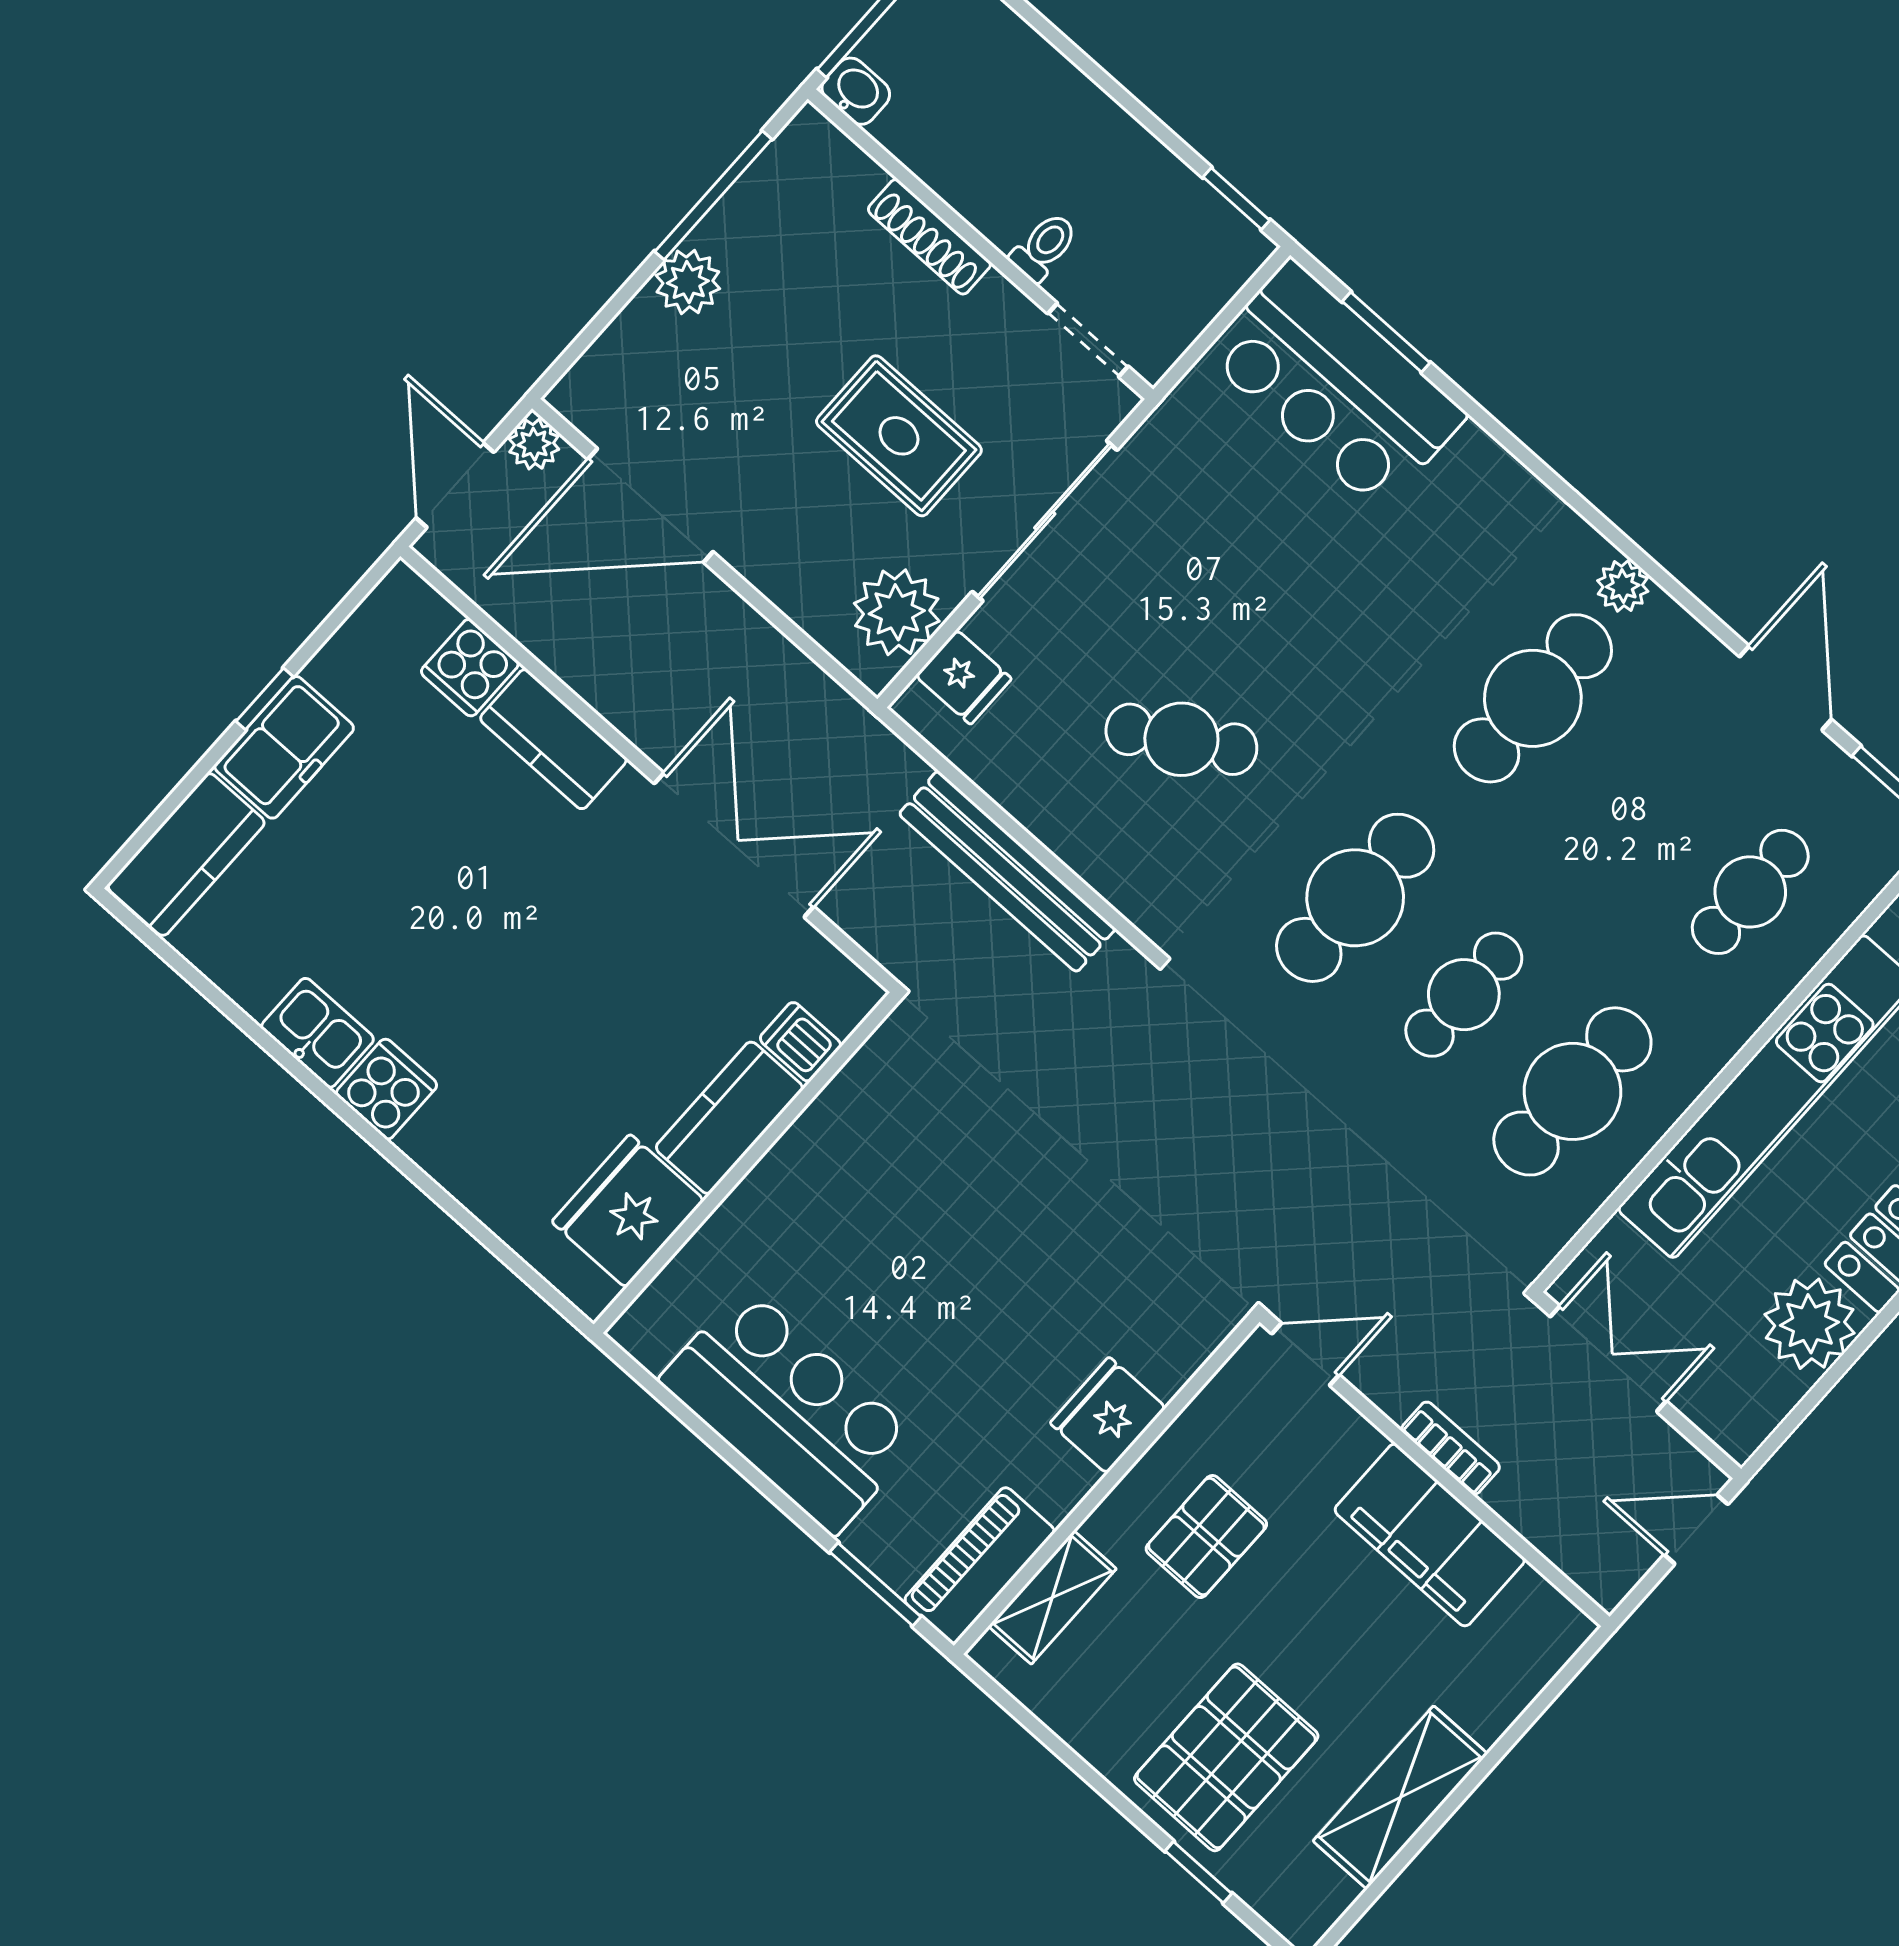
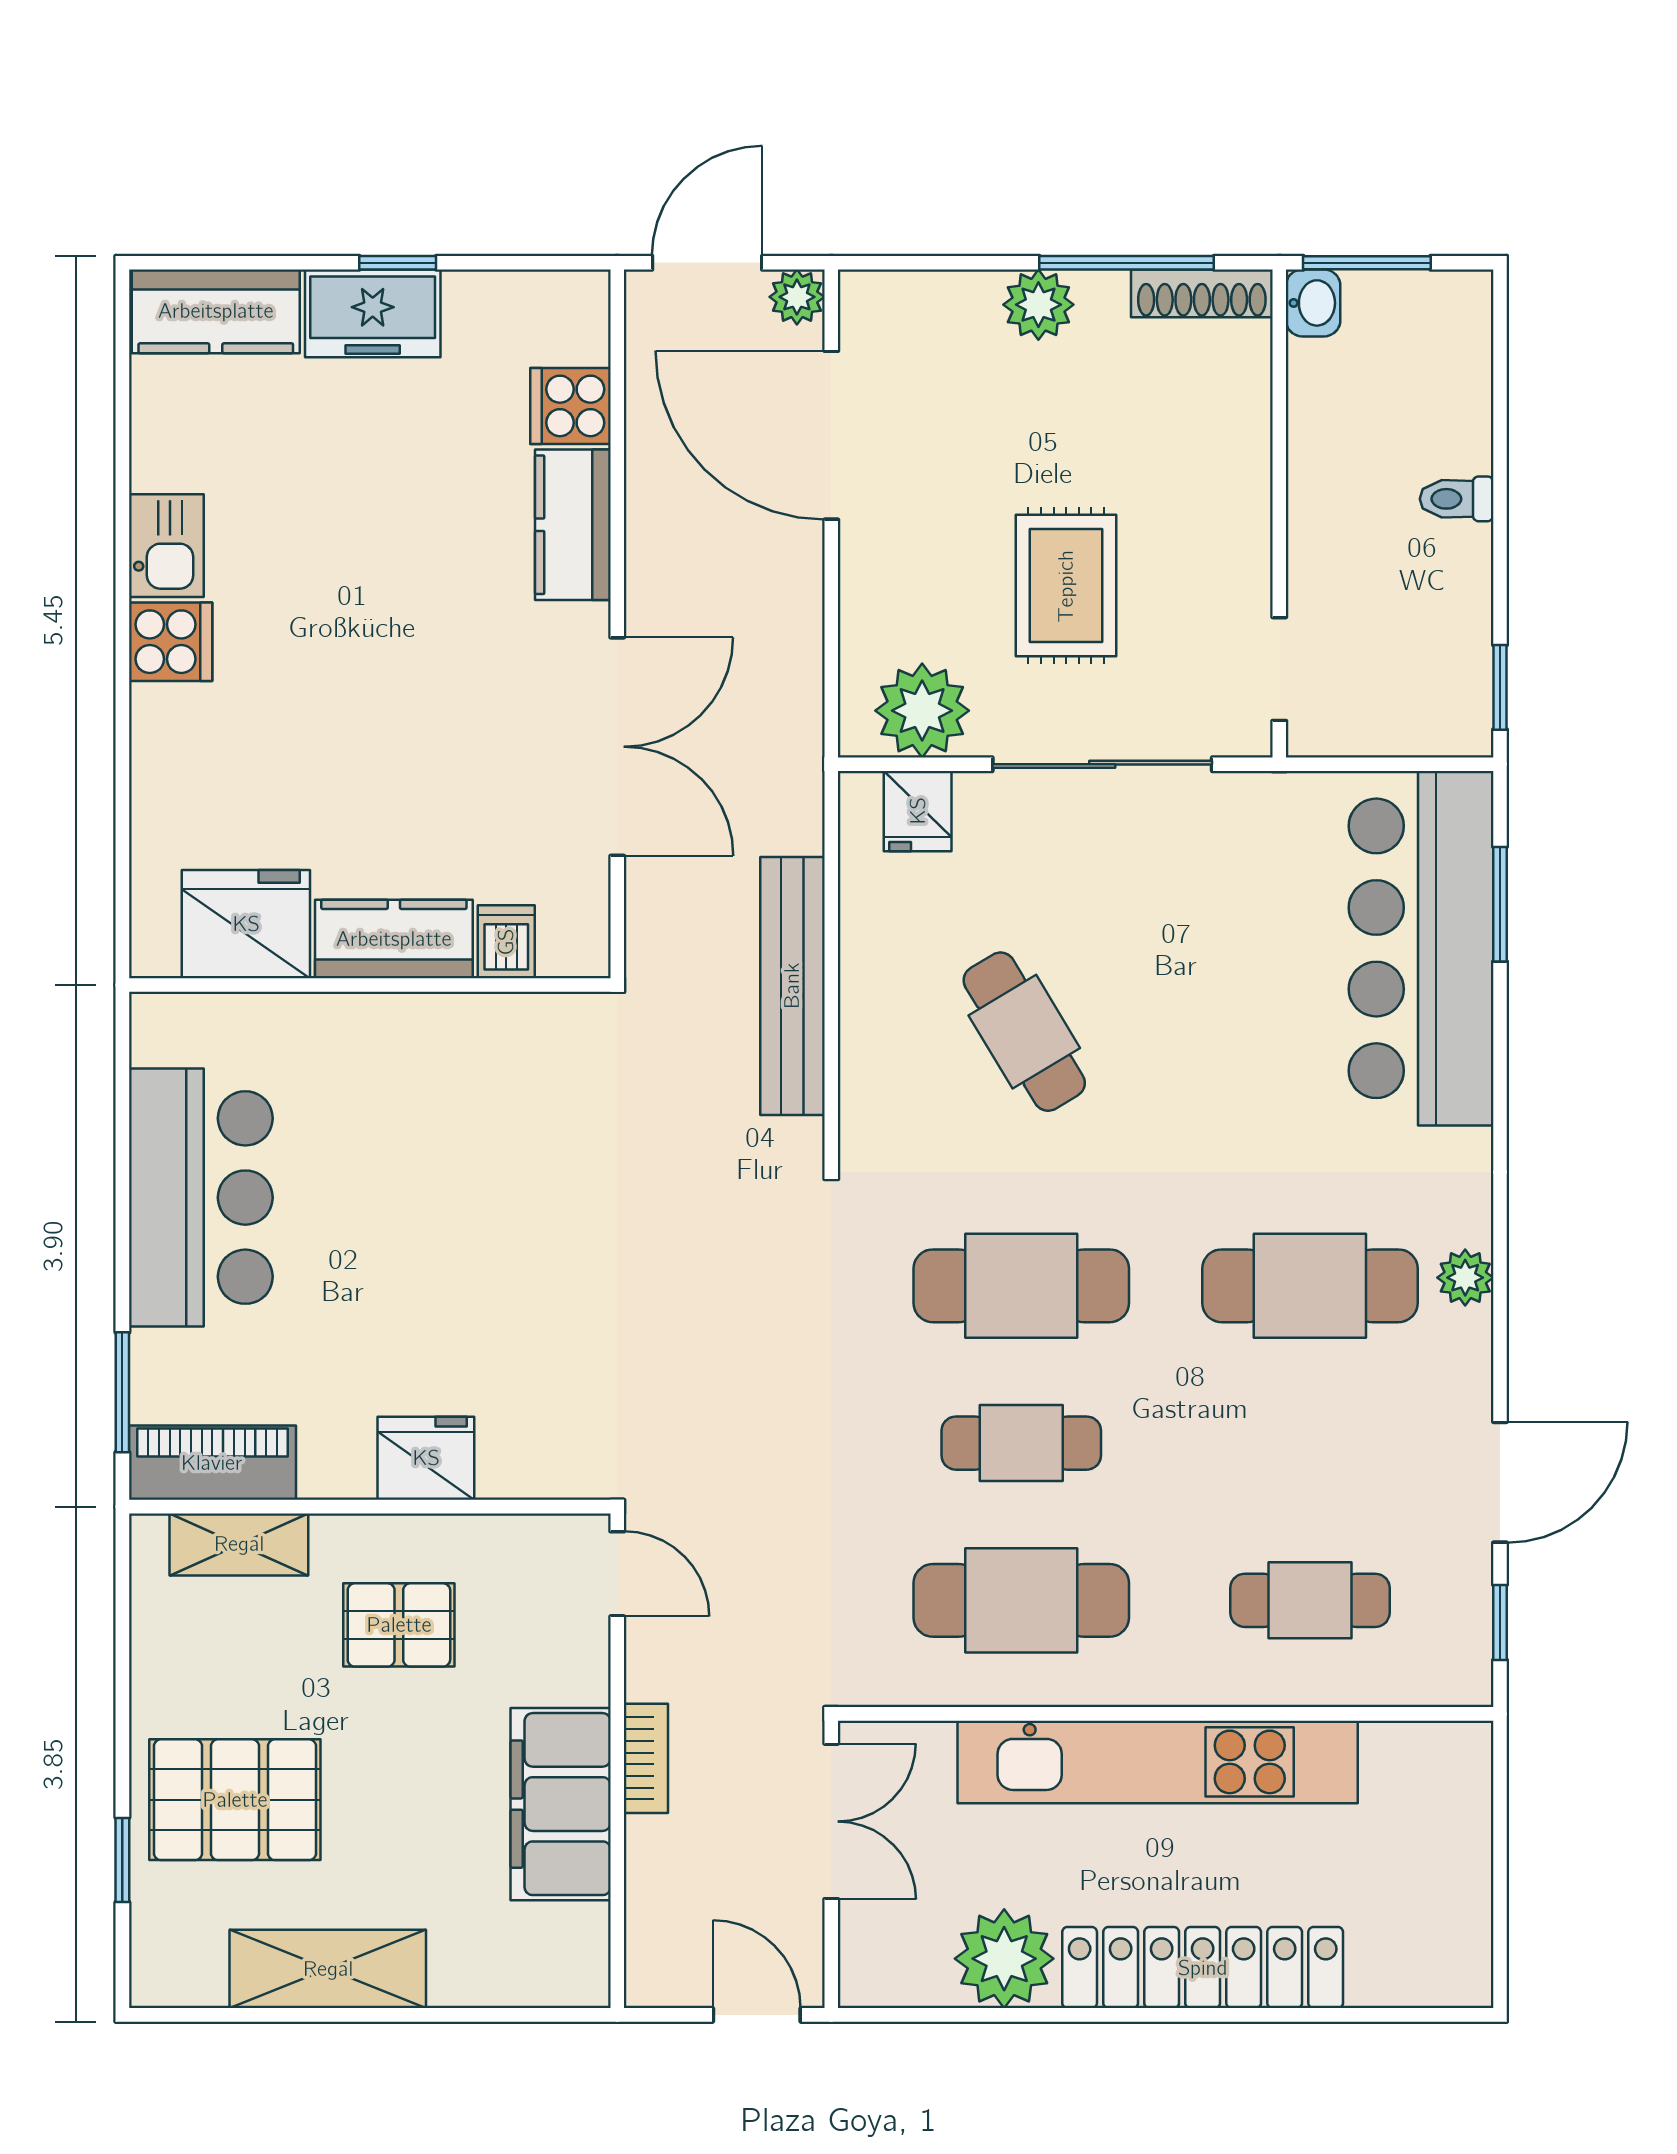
shoe rack: (929, 237) -> (1202, 293), moved, turned -90
toilet: (1044, 247) -> (1457, 499), moved, turned 180
bar counter: (1335, 385) -> (1421, 948), width x1.36

